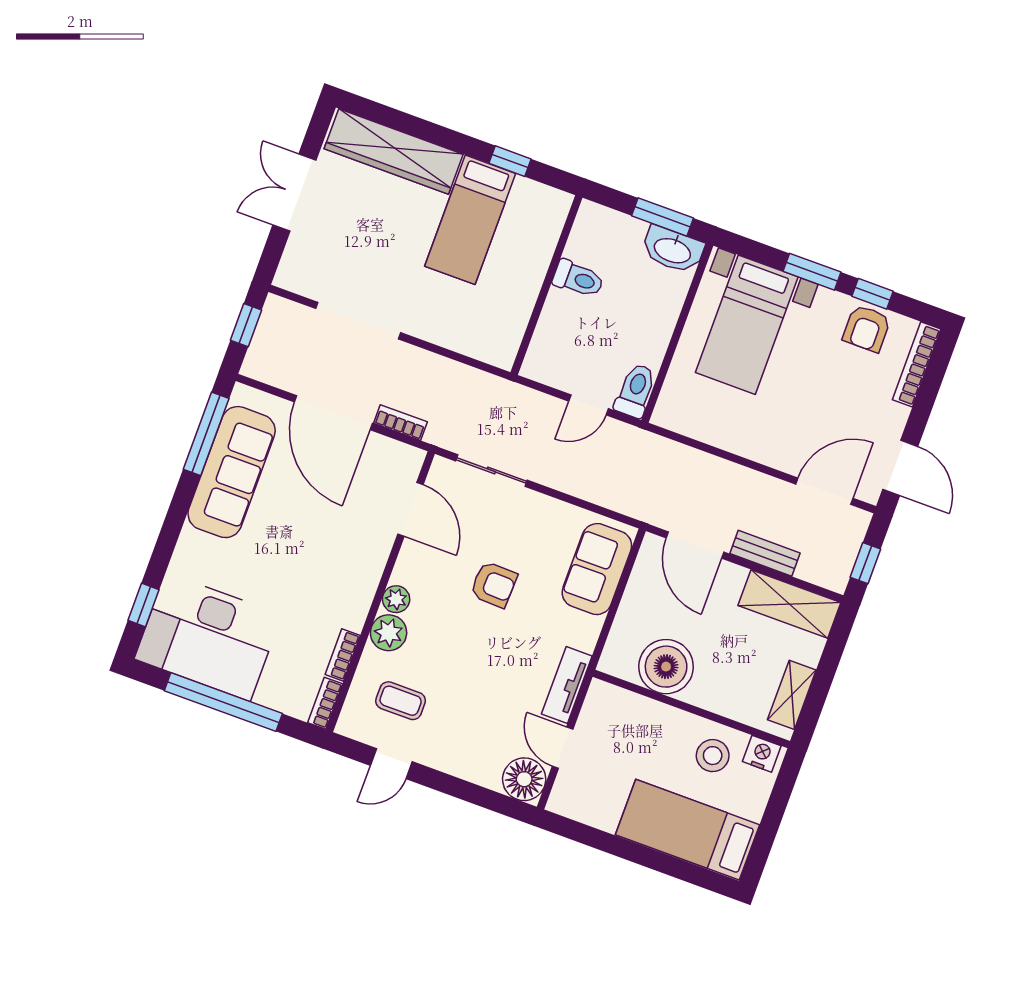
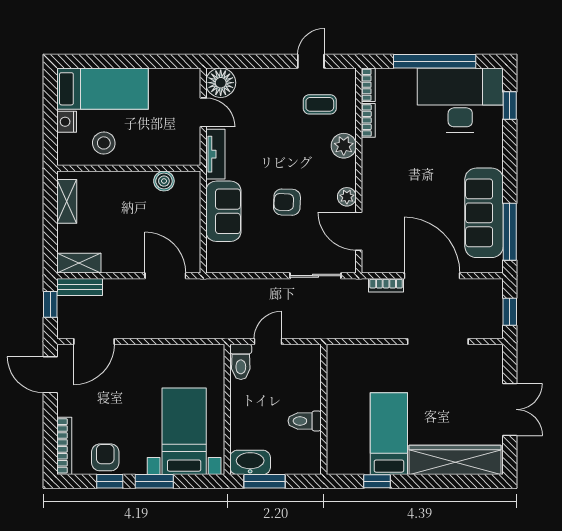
bench: (765, 553) -> (80, 287), moved
sofa: (597, 569) -> (223, 211), moved
plant: (396, 599) -> (347, 197), moved
shelving: (789, 604) -> (79, 263), width x0.67, depth x0.75
boiler: (666, 667) -> (164, 181), width x0.54, depth x0.54
nightstand: (762, 754) -> (67, 122), moved, turned 90

